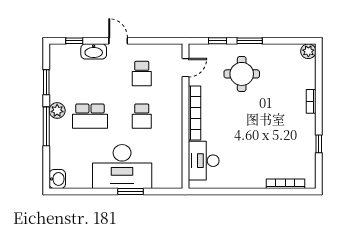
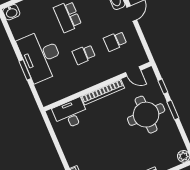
round table: (242, 74) -> (146, 115), width x1.36, depth x1.36

